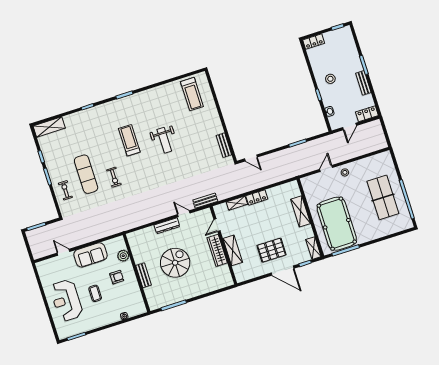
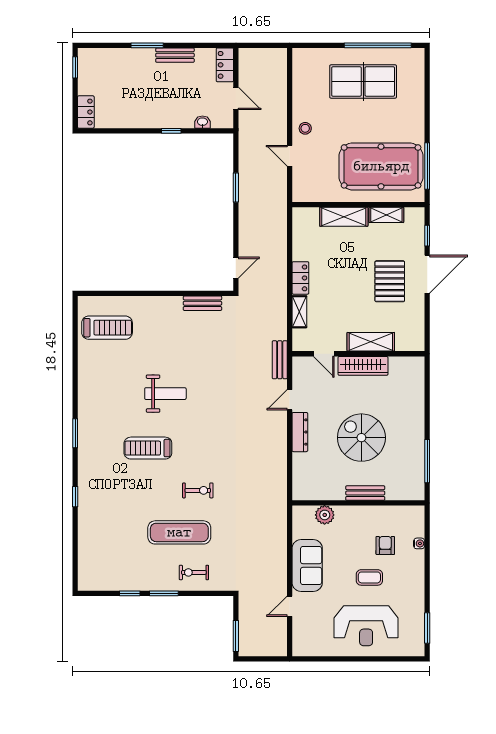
stool: (330, 79) -> (152, 104), removed
shelving: (49, 127) -> (87, 566), removed
shelving: (313, 248) -> (386, 215), moved
armchair: (117, 277) -> (385, 545), moved

